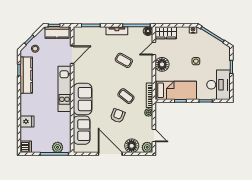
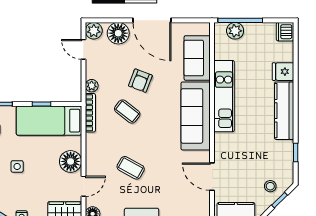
door: (72, 55) -> (212, 177), hinge flipped
kitchen counter: (26, 75) -> (284, 111), moved
kitchen unit: (64, 89) -> (224, 96), moved
sofa: (83, 99) -> (196, 116), width x1.36

